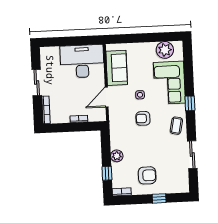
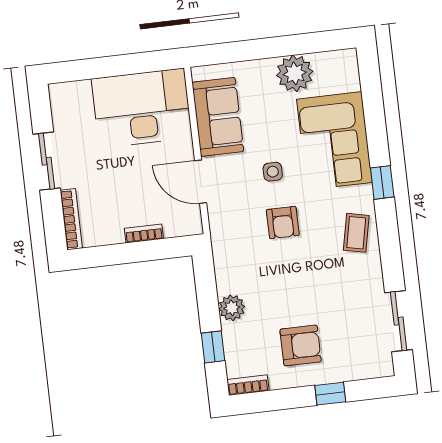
plant: (165, 50) -> (295, 73), moved
door: (107, 97) -> (201, 182), hinge flipped
armchair: (143, 118) -> (283, 222), turned -90
sliding door: (192, 155) -> (399, 321), moved

